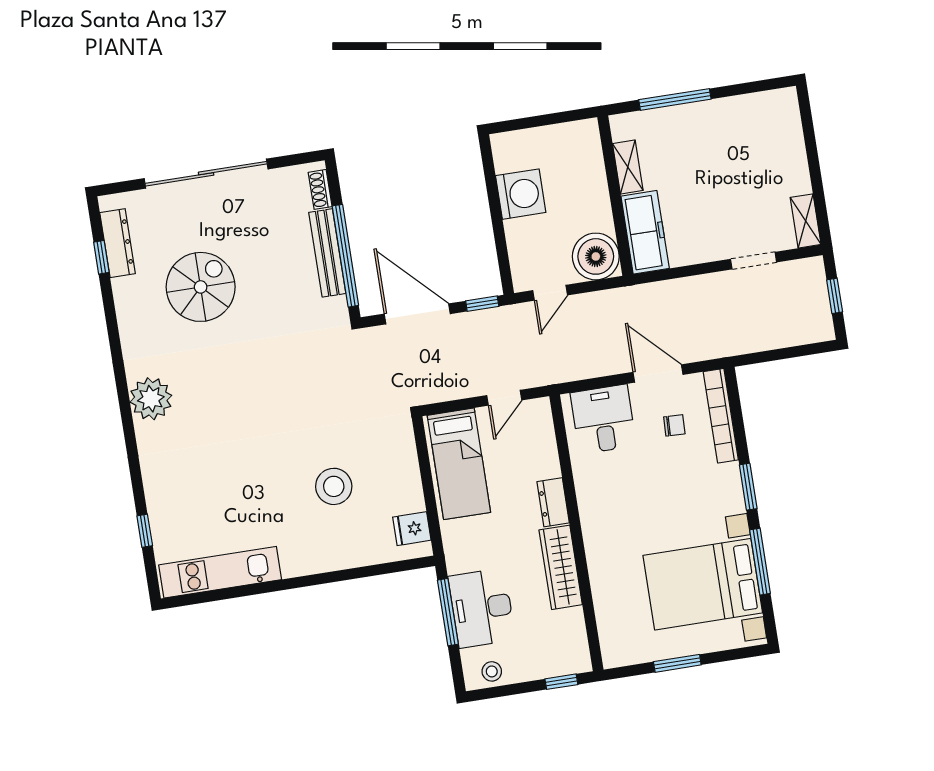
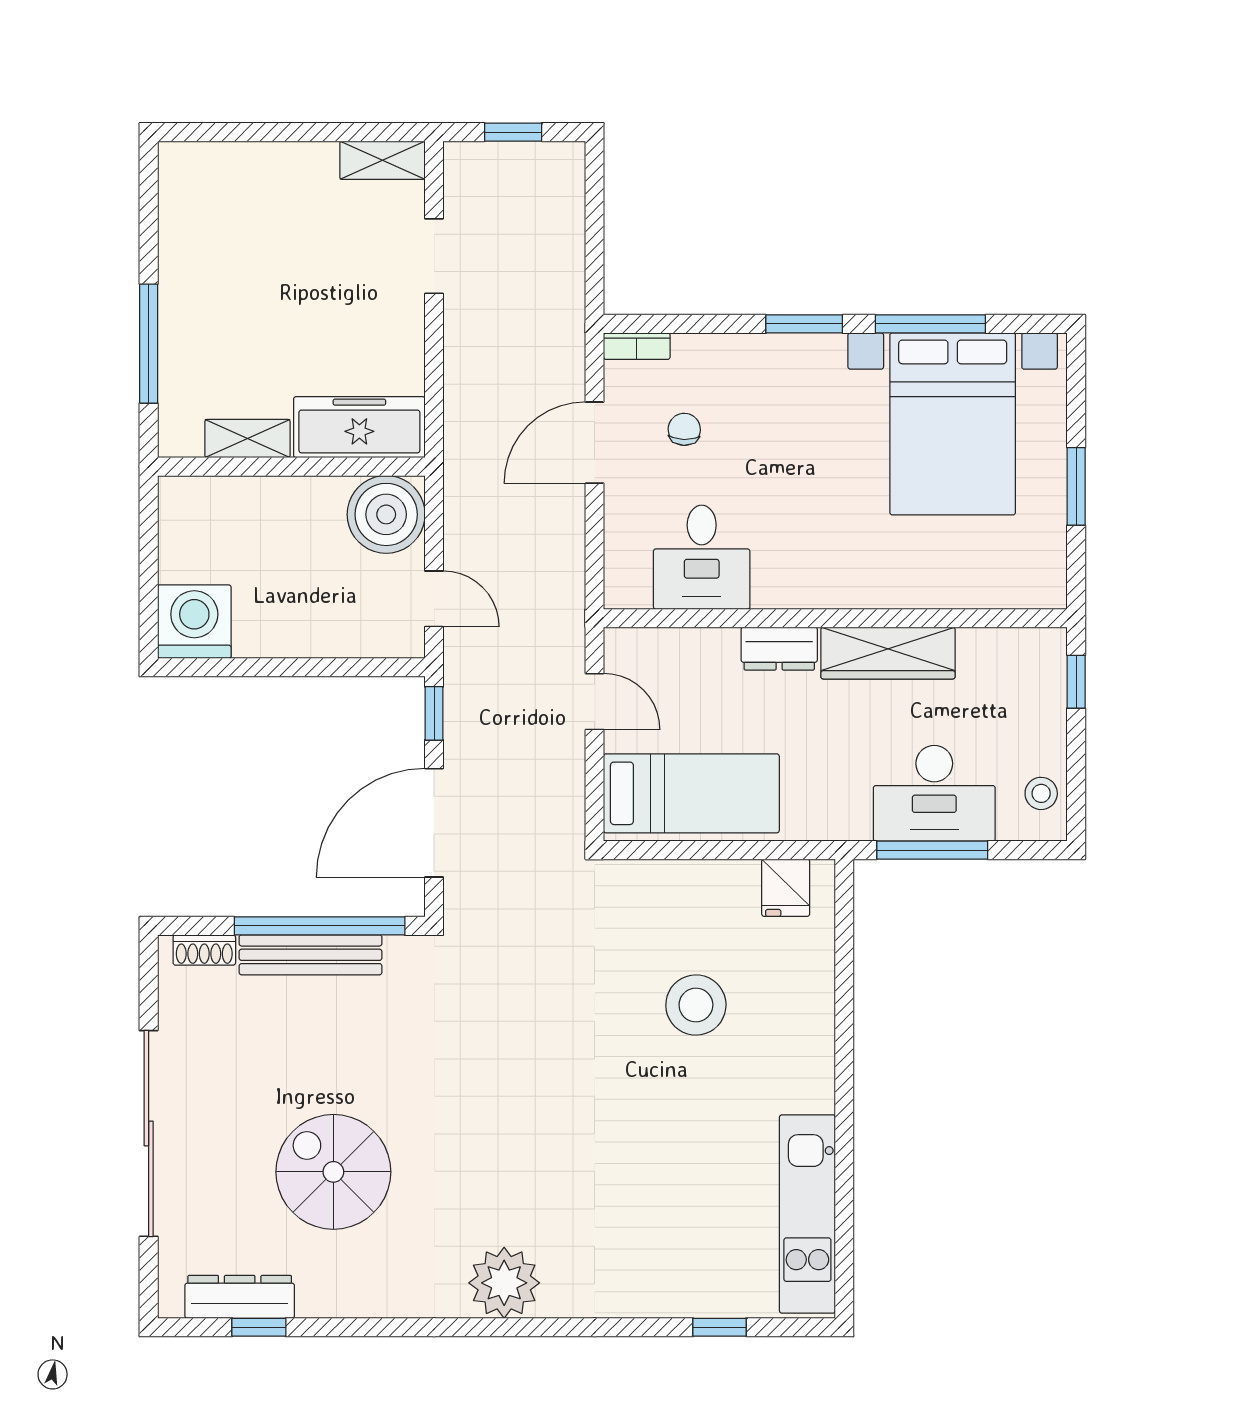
washing machine: (521, 194) -> (194, 622), moved
bookcase: (721, 416) -> (637, 346), width x0.43, depth x0.76
desk: (603, 419) -> (702, 557), moved, turned -90

